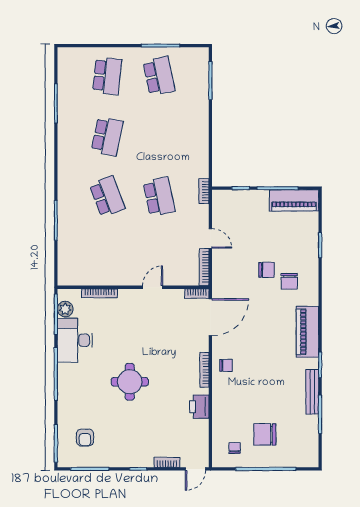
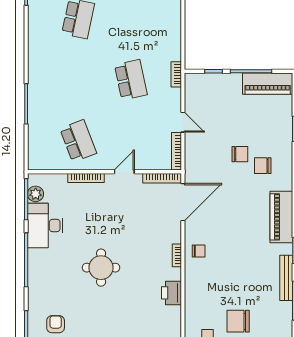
school desk: (107, 197) -> (78, 141), moved
chair: (289, 281) -> (263, 166), turned 90
bookcase: (100, 293) -> (86, 178), moved
bookcase: (197, 294) -> (162, 178), width x1.56
bookcase: (204, 370) -> (177, 255), width x0.64
armchair: (85, 438) -> (56, 324), turned 180

